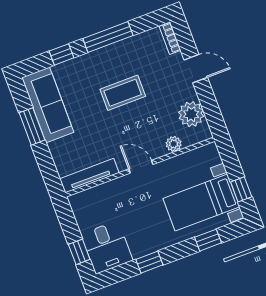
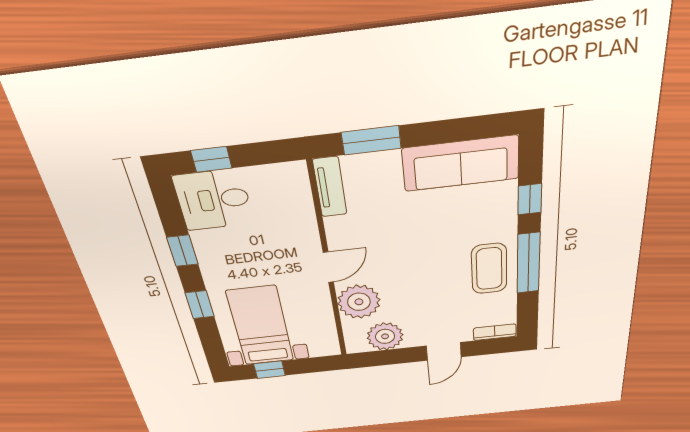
coffee table: (123, 93) -> (489, 269), moved
window: (32, 126) -> (371, 140), moved
plant: (174, 144) -> (359, 302), width x1.88, depth x1.88
tv unit: (89, 176) -> (330, 187), width x0.71
window: (208, 240) -> (200, 305), moved

